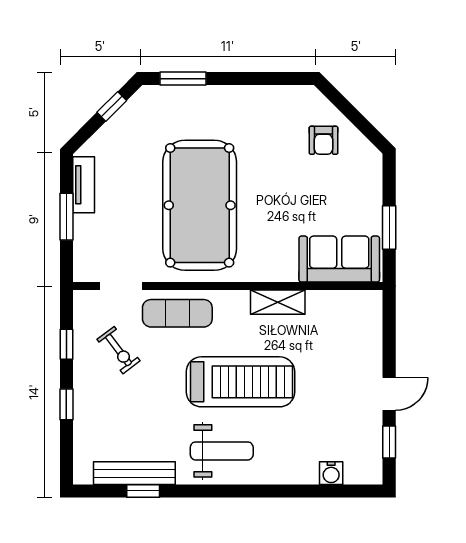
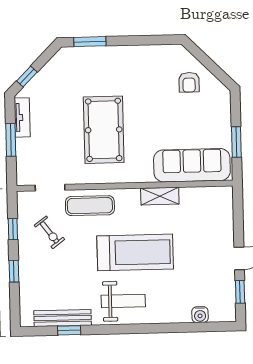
window: (112, 106) -> (27, 77), moved
pool table: (200, 205) -> (104, 130), width x0.73, depth x0.76
sofa: (339, 259) -> (192, 165), width x1.36

